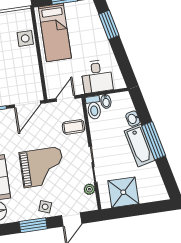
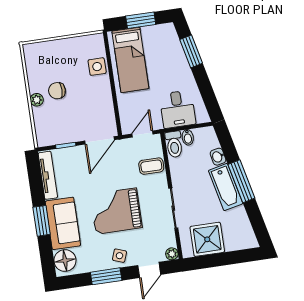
grand piano: (42, 167) -> (116, 211), turned 180
plant: (89, 189) -> (172, 254), moved

